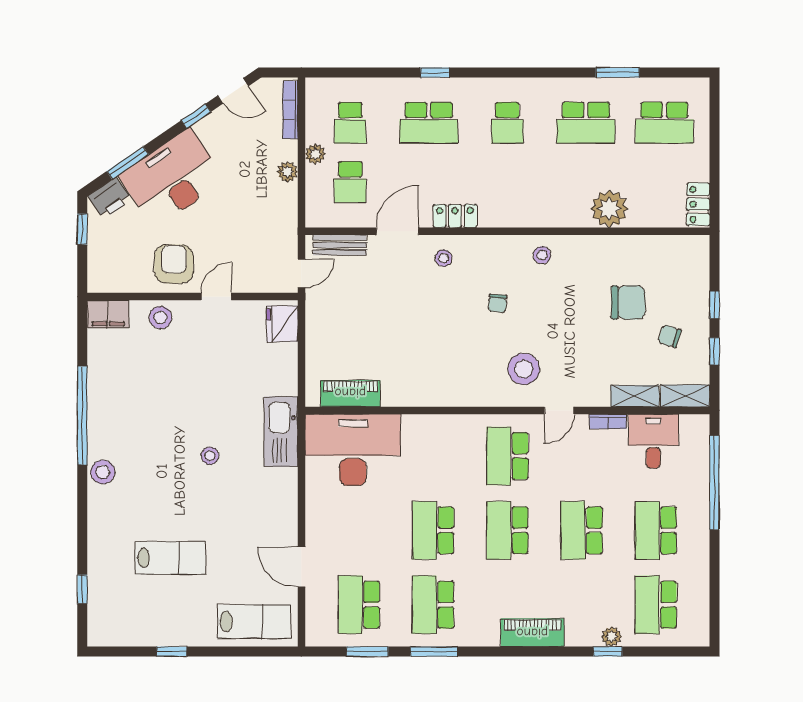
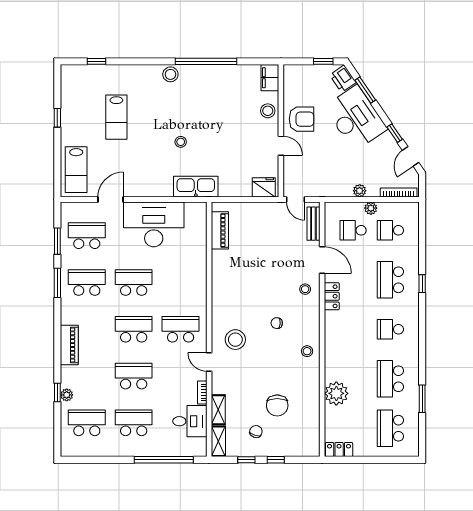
desk: (353, 450) -> (154, 224), moved, turned -90

